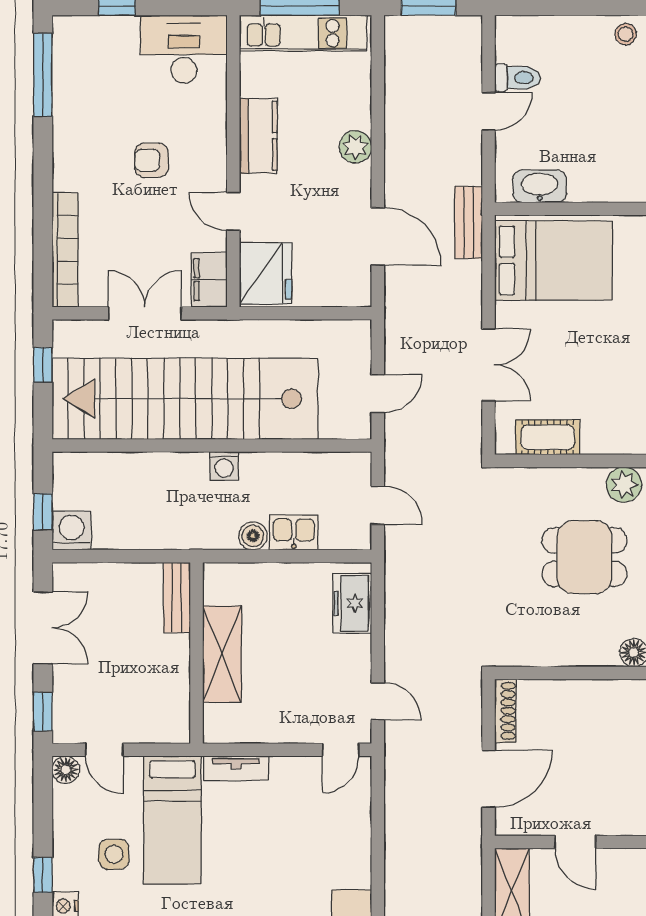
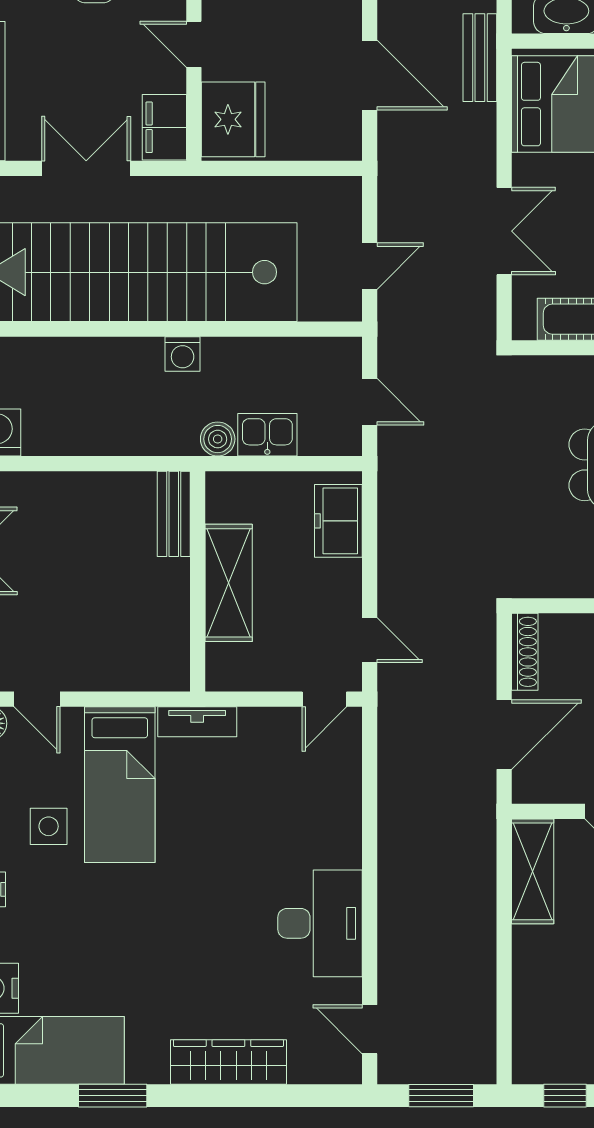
bench: (177, 597) -> (174, 514), moved
wall: (196, 653) -> (198, 581), moved
shelving: (222, 654) -> (229, 583), moved

